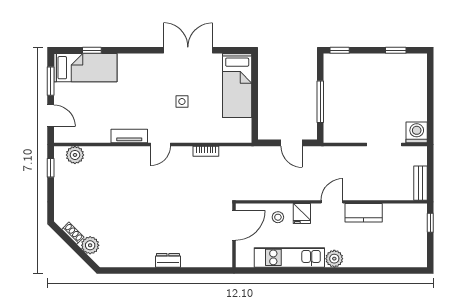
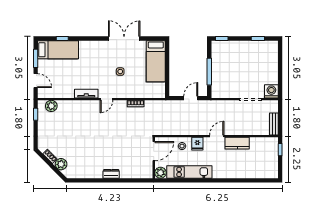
door: (292, 143) -> (191, 98), swing flipped
plant: (334, 259) -> (160, 173), moved

